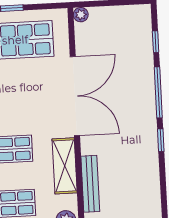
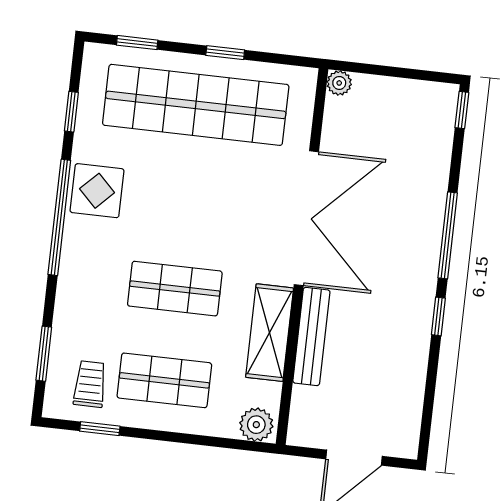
window: (156, 42) -> (462, 110), moved
bench: (90, 184) -> (311, 336), moved

